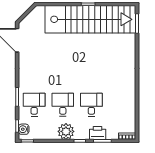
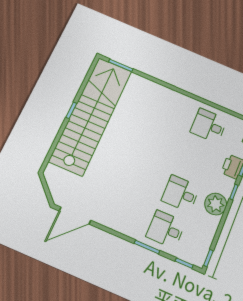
desk: (91, 105) -> (209, 126), moved
water cooler: (24, 129) -> (192, 256), removed

